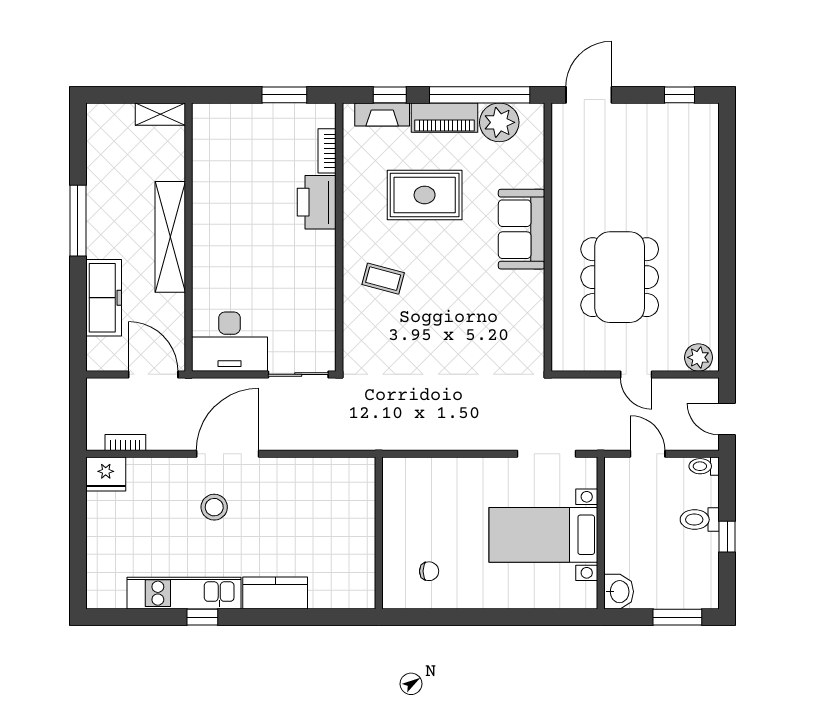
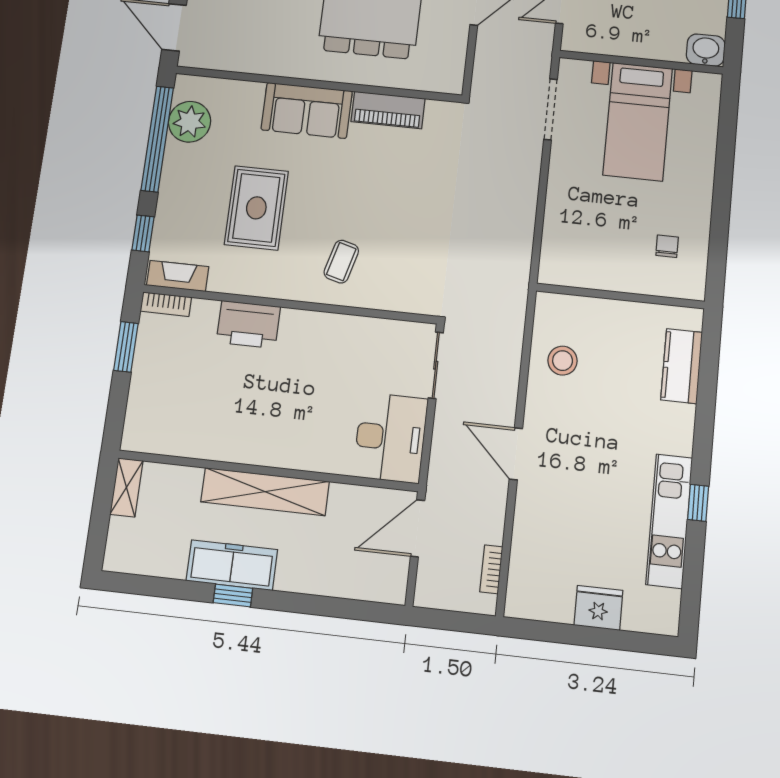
fireplace: (382, 114) -> (178, 276), moved, turned -90
piano: (444, 118) -> (388, 110), moved, turned 90
bookcase: (327, 151) -> (166, 304), moved
window: (78, 221) -> (233, 596), width x0.46
freezer: (104, 298) -> (232, 565), moved
door: (228, 454) -> (516, 454), width x0.73
fridge: (106, 474) -> (598, 608), moved, turned -90
stool: (214, 507) -> (563, 361), moved
kitchen counter: (275, 593) -> (682, 366), moved

